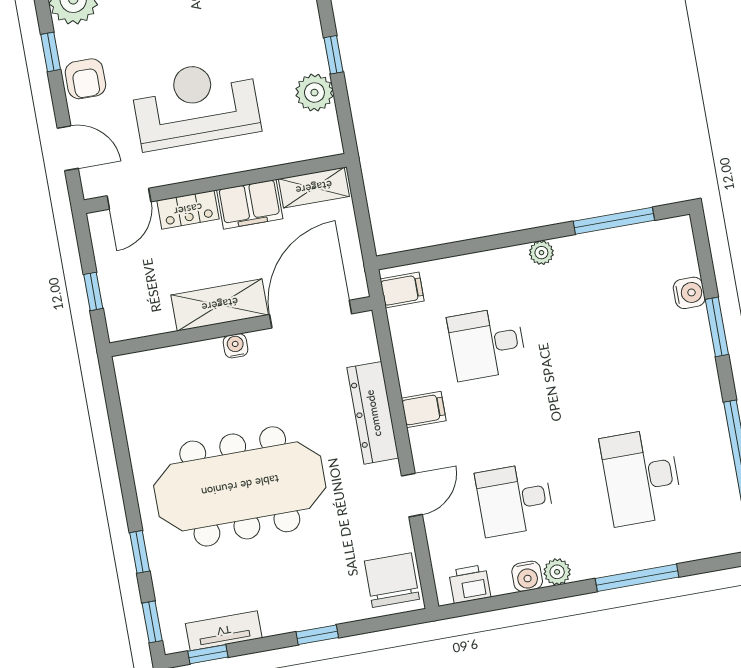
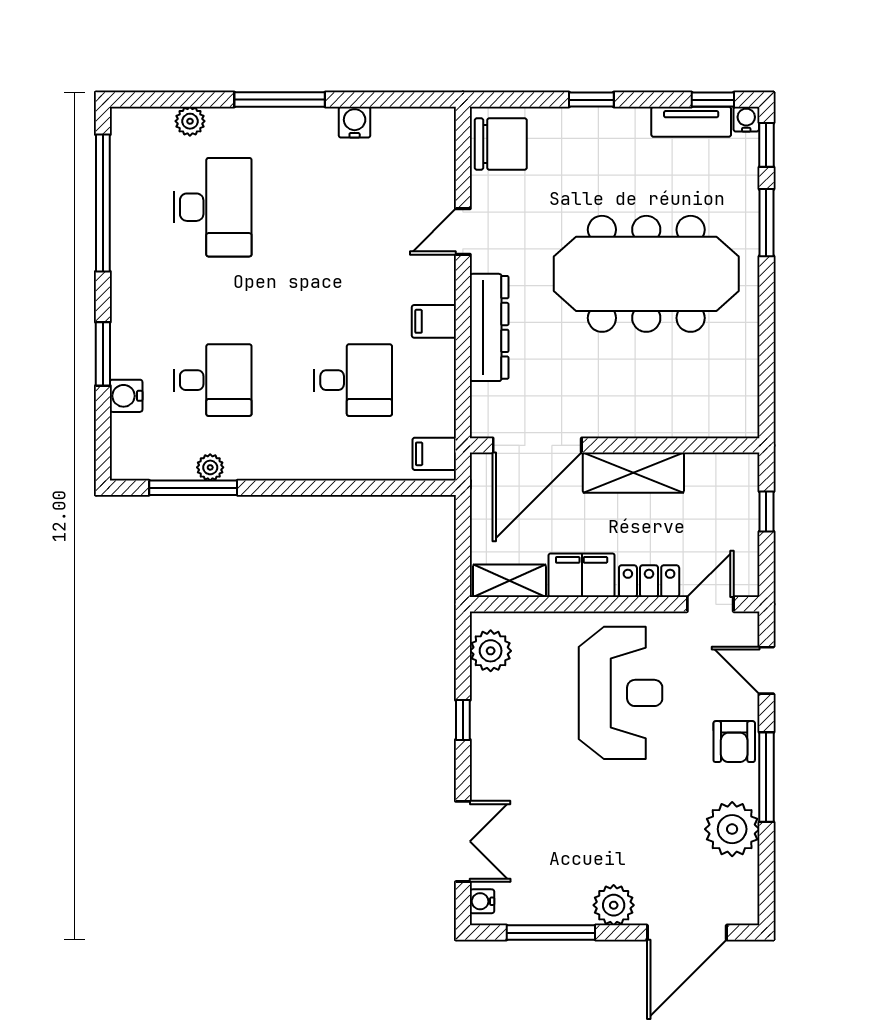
window: (51, 52) -> (766, 777), width x2.17
armchair: (85, 79) -> (734, 742), turned 180
plant: (314, 93) -> (491, 651), moved
reception desk: (196, 104) -> (621, 693), turned -90
plant: (541, 253) -> (210, 467), moved
water cooler: (235, 346) -> (746, 119), moved, turned 180
desk: (515, 499) -> (213, 380), moved
window: (140, 552) -> (766, 223), width x1.50
plant: (557, 572) -> (190, 121), moved
window: (637, 578) -> (280, 100), moved
chair: (392, 580) -> (501, 144), turned -90
printer: (470, 584) -> (418, 125), removed

